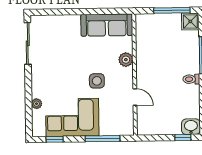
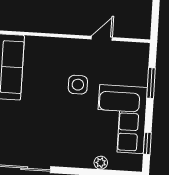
plant: (126, 60) -> (54, 46), removed
window: (103, 139) -> (151, 83), width x0.69

